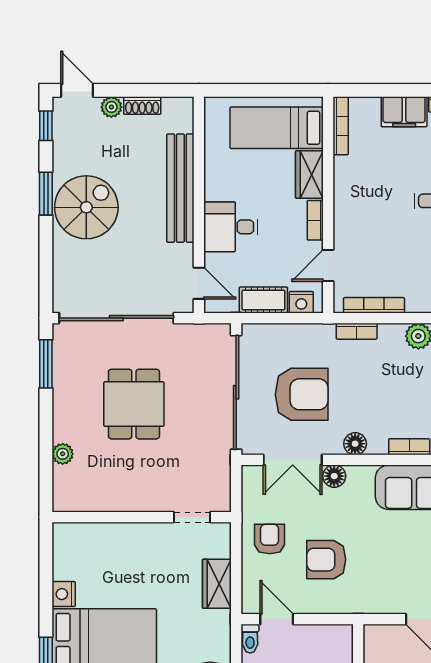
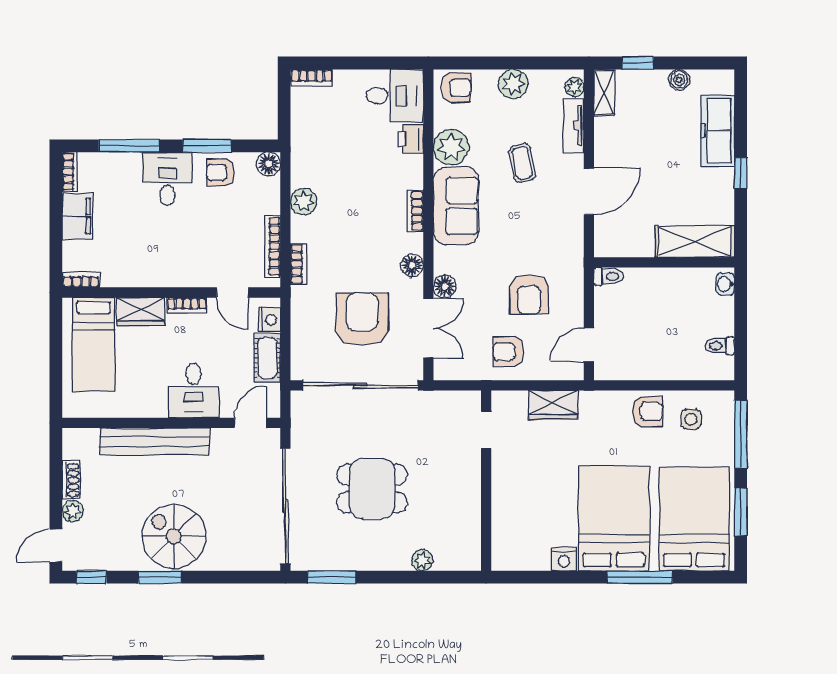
bookcase: (341, 126) -> (81, 280), width x0.64
toilet: (250, 639) -> (609, 276), moved

